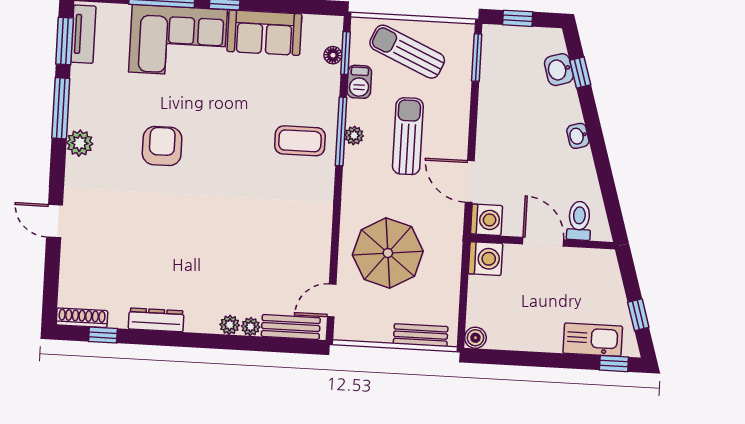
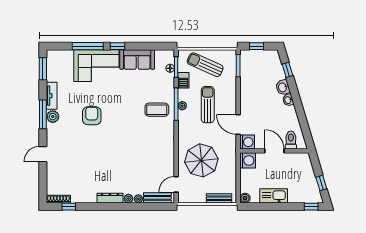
tv unit: (83, 34) -> (52, 96), moved
washbasin: (559, 70) -> (283, 87), moved
window: (61, 108) -> (43, 114), moved
door: (55, 221) -> (43, 154), hinge flipped
dresser: (156, 320) -> (110, 198), moved
kitchen sink: (593, 340) -> (274, 196), moved

